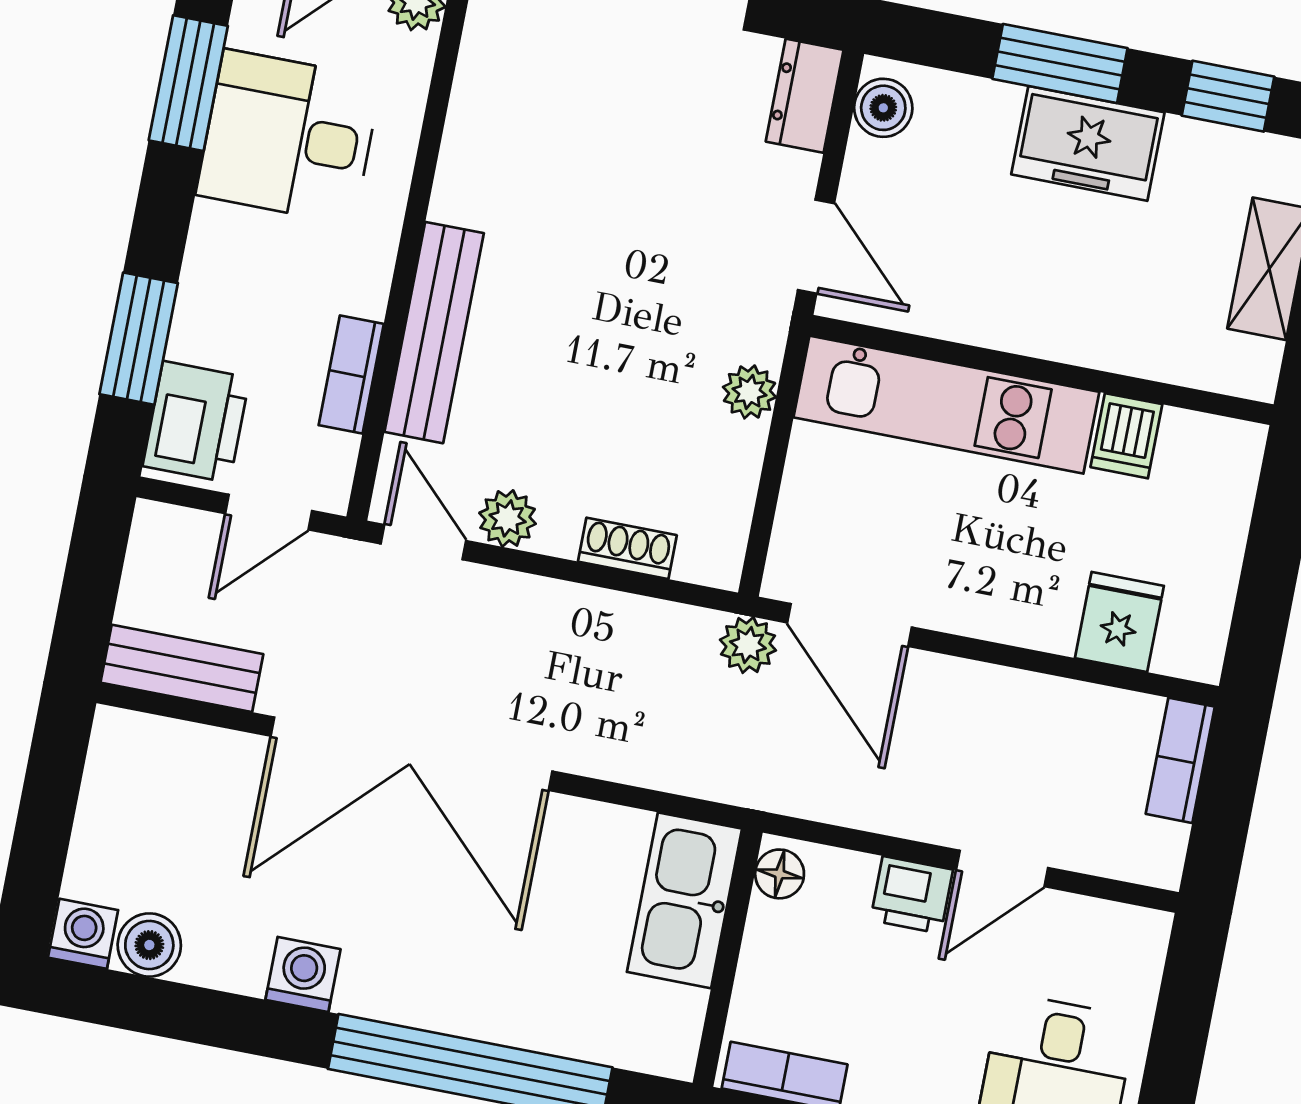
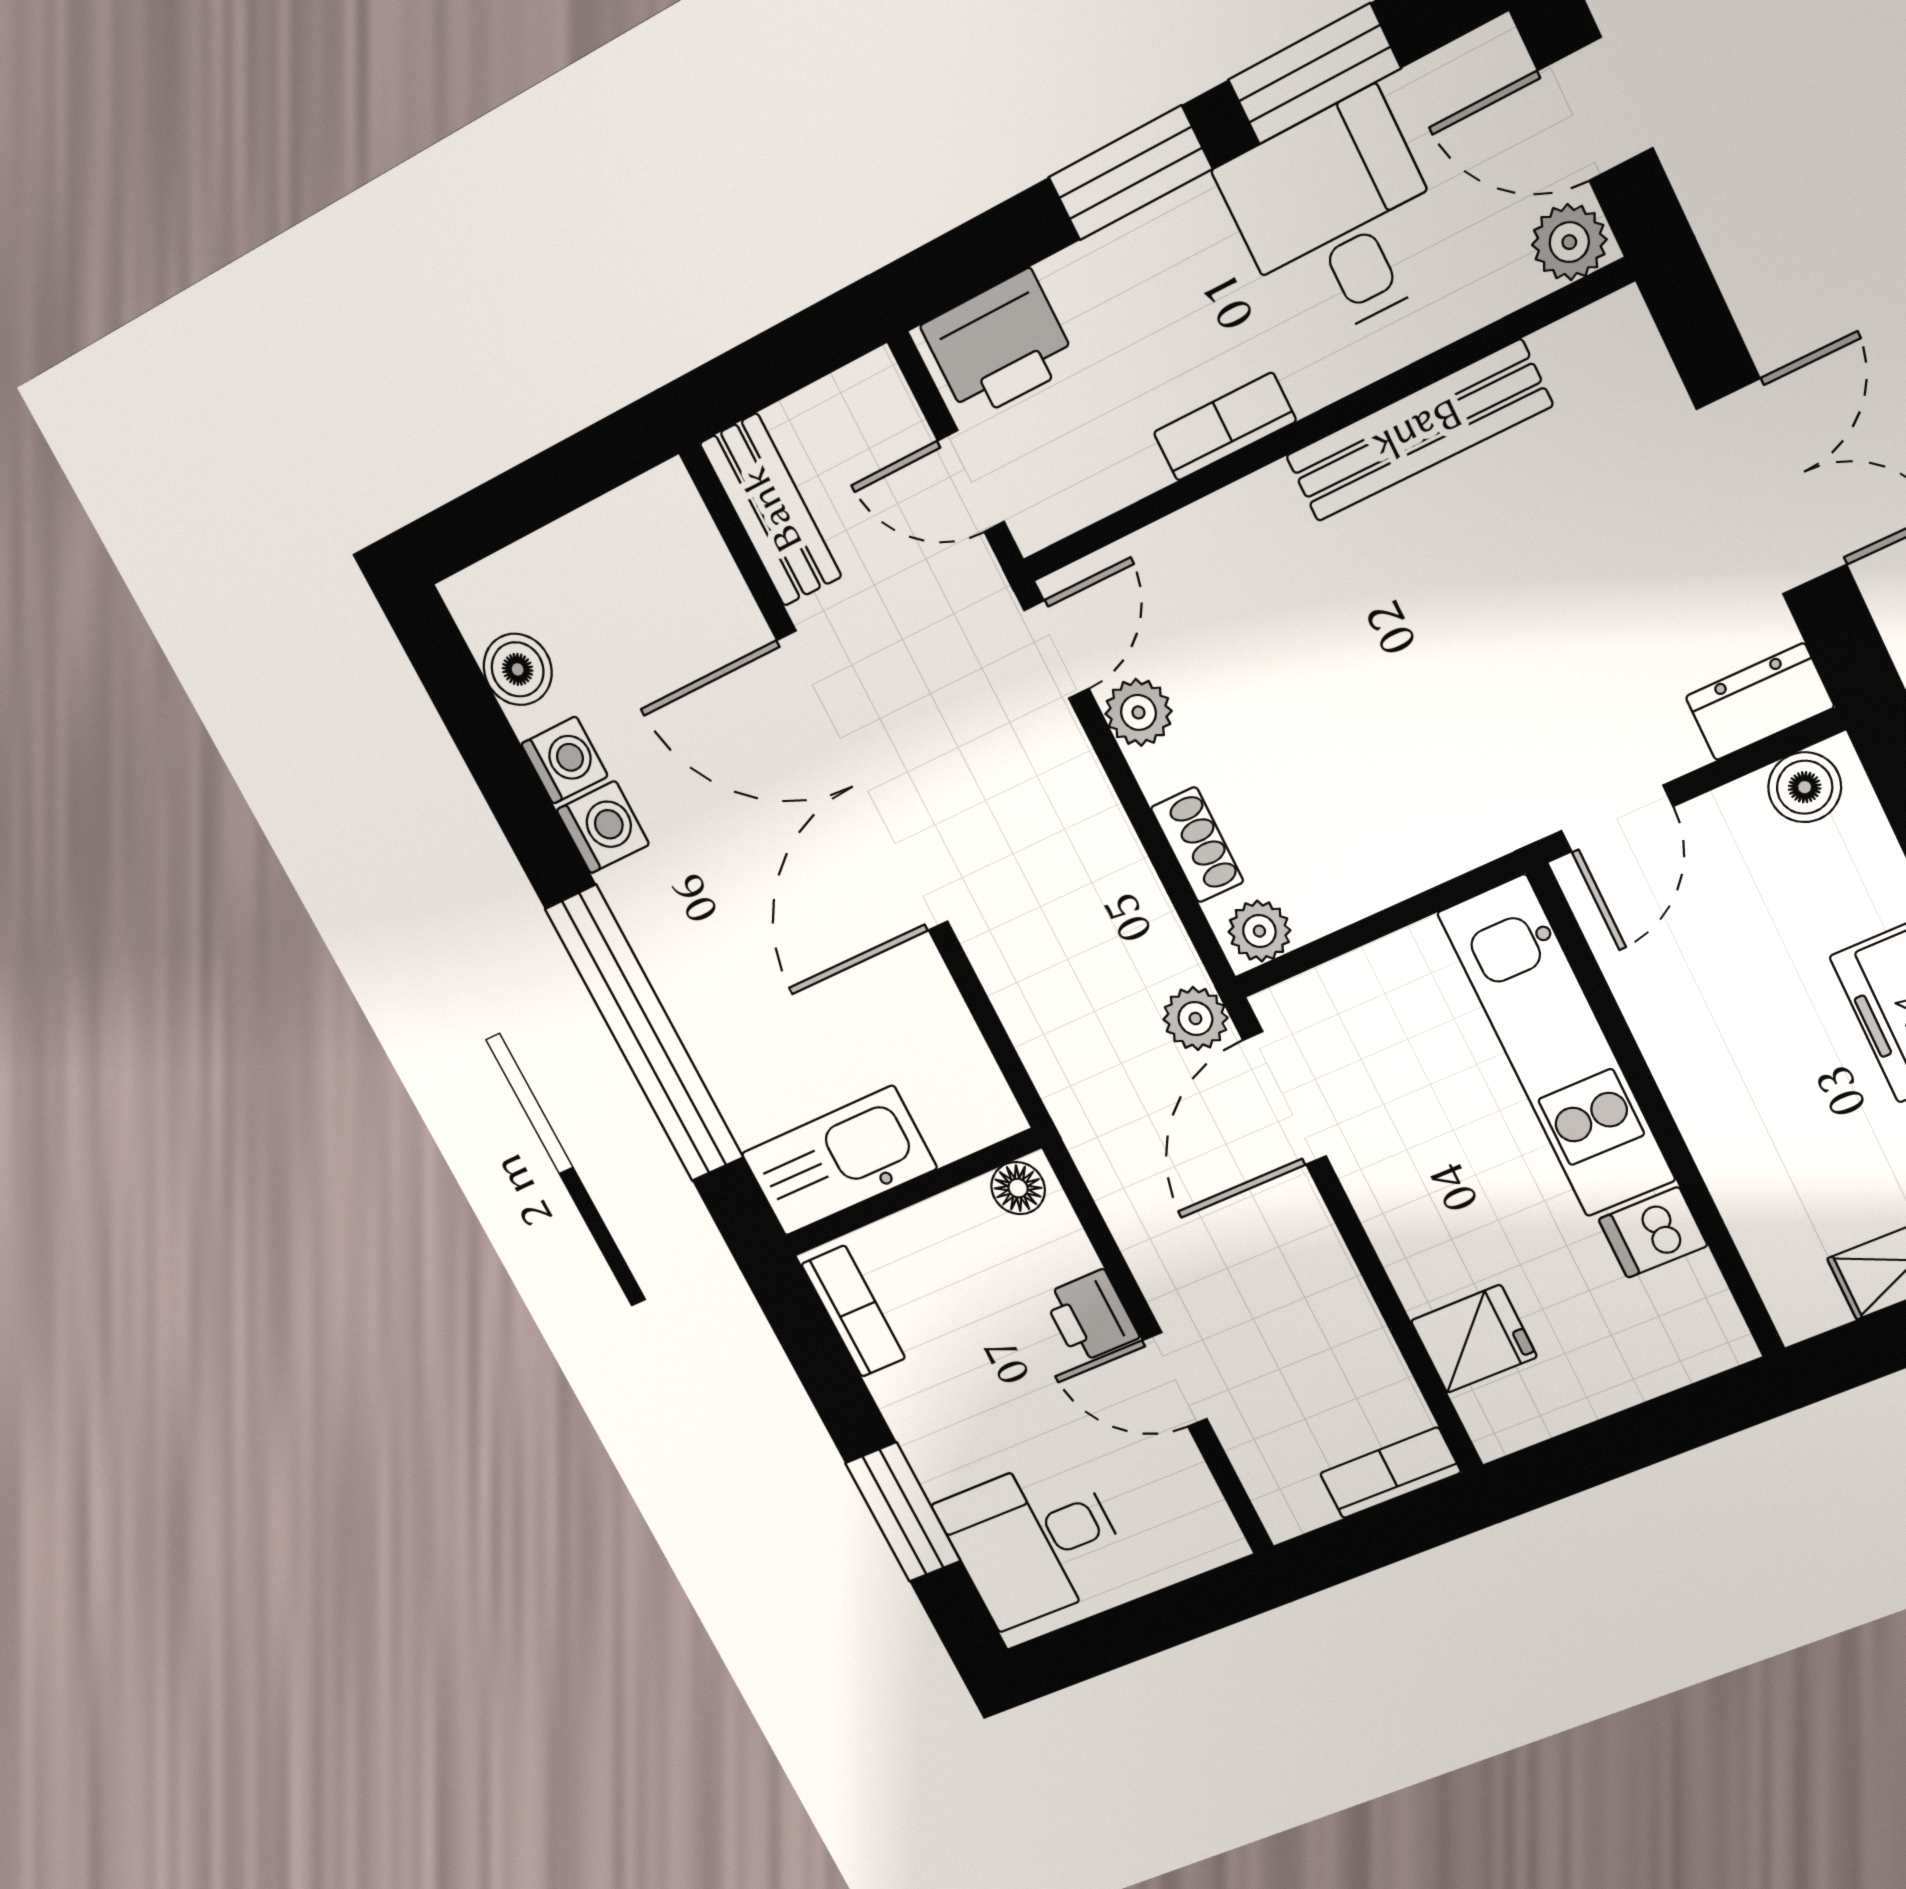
bench: (434, 333) -> (1418, 431), moved
window: (139, 339) -> (1130, 173), moved
bookcase: (351, 375) -> (1225, 427), moved
plant: (749, 392) -> (1259, 931), moved
kitchen sink: (684, 900) -> (839, 1161), moved
washing machine: (83, 934) -> (564, 760), moved

